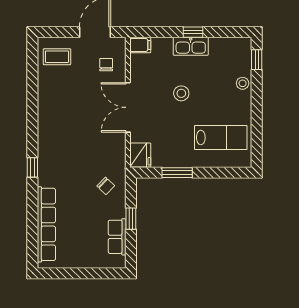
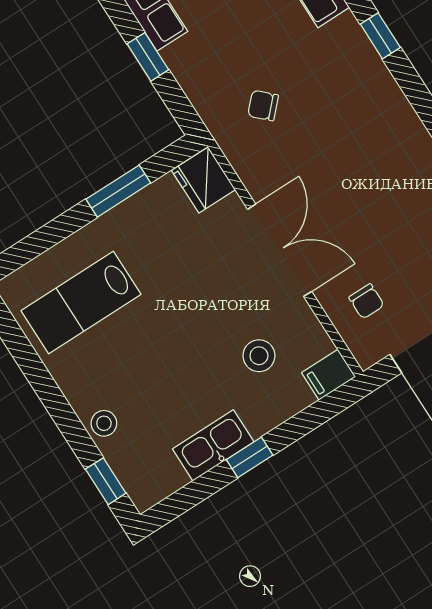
kitchen sink: (191, 46) -> (213, 445), moved
stool: (181, 93) -> (259, 356), moved
chair: (106, 186) -> (263, 106), moved

